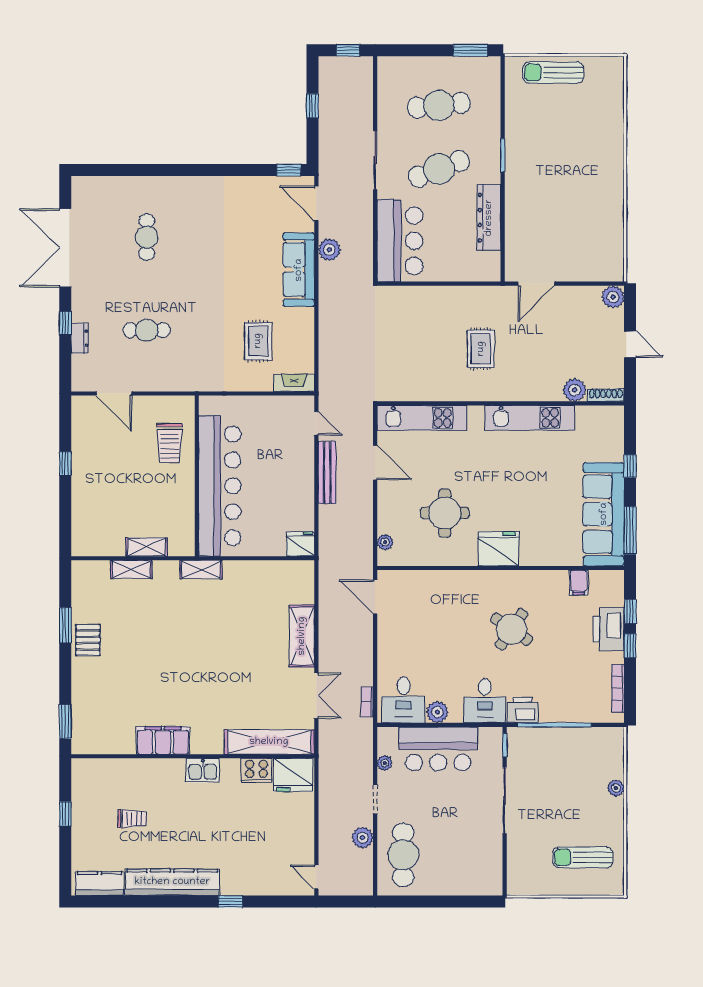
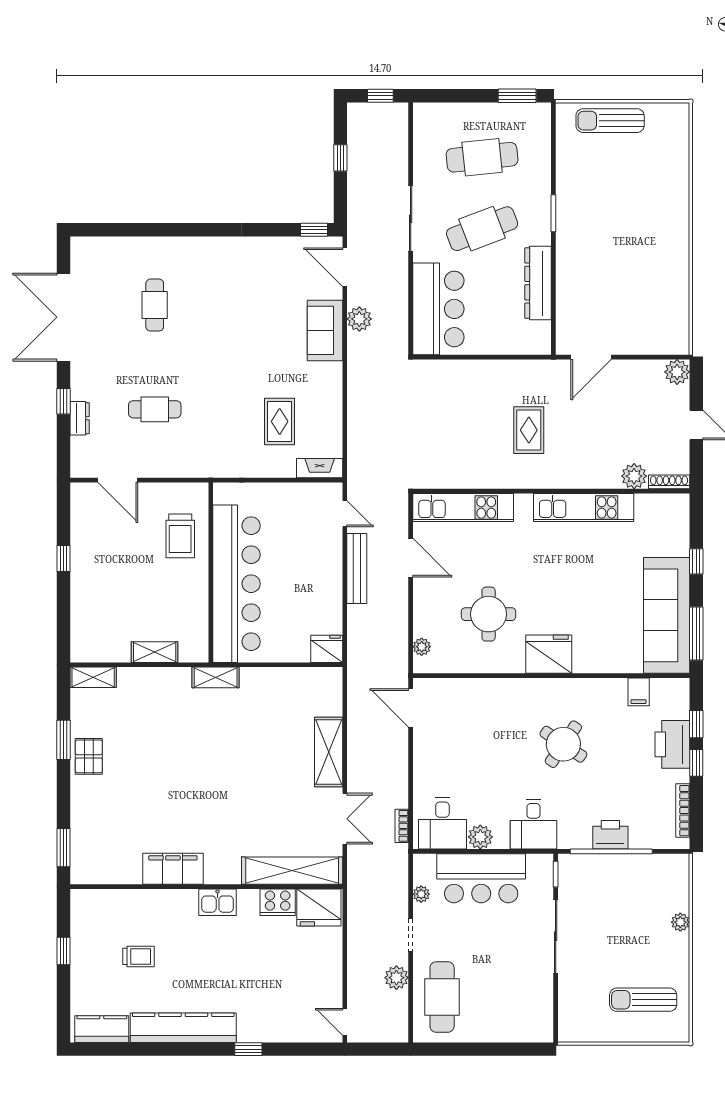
sofa: (299, 270) -> (325, 330), width x0.73
shelving: (131, 569) -> (93, 677), moved
printer: (523, 710) -> (610, 835), moved

